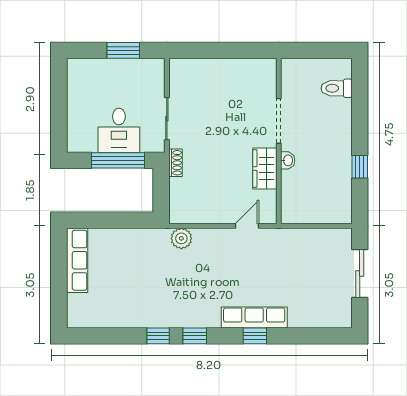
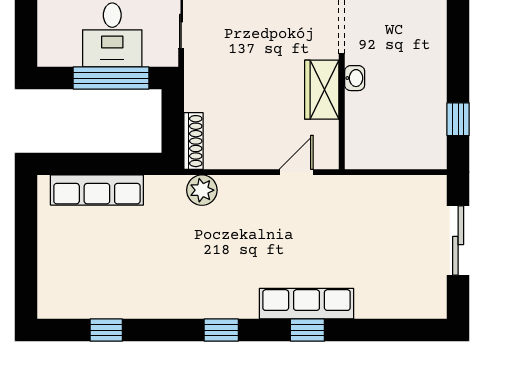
shoe rack: (175, 163) -> (194, 141), moved, width x1.43
window: (360, 167) -> (458, 119), moved
row of seats: (77, 260) -> (97, 190), moved, turned 90
window: (158, 336) -> (106, 330), moved

